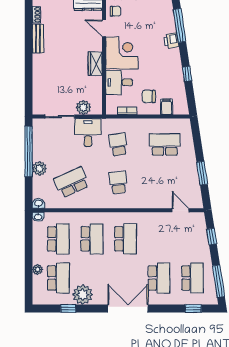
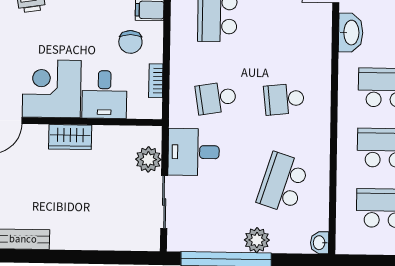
school desk: (72, 182) -> (283, 183), turned 42
washbasin: (38, 217) -> (351, 33), moved, width x1.91, depth x1.45

